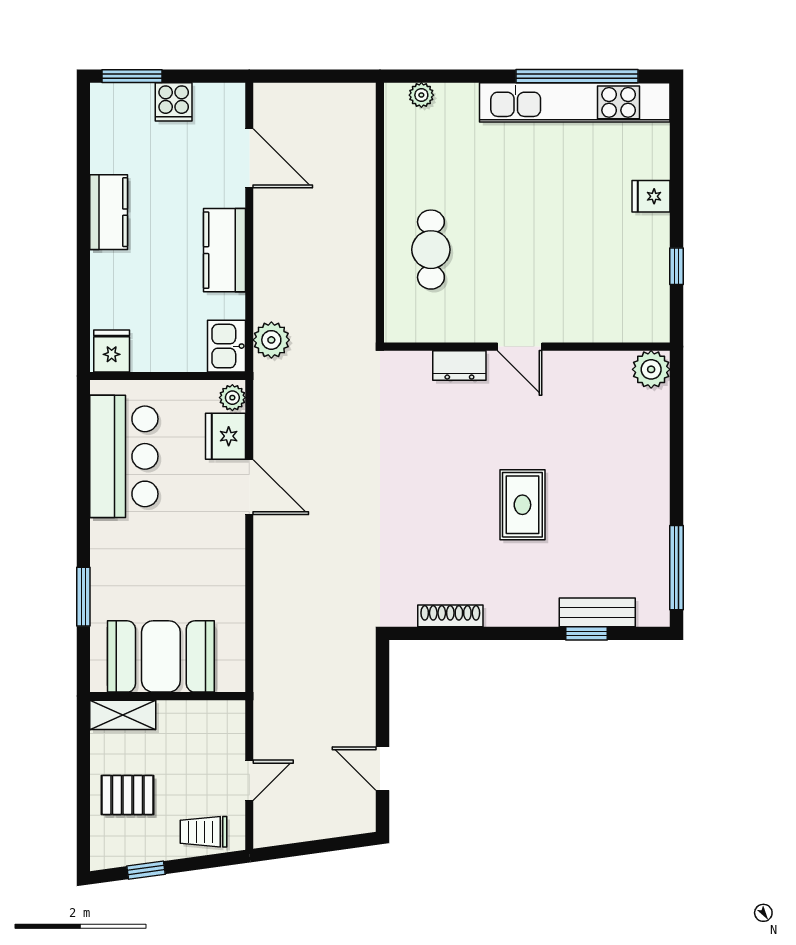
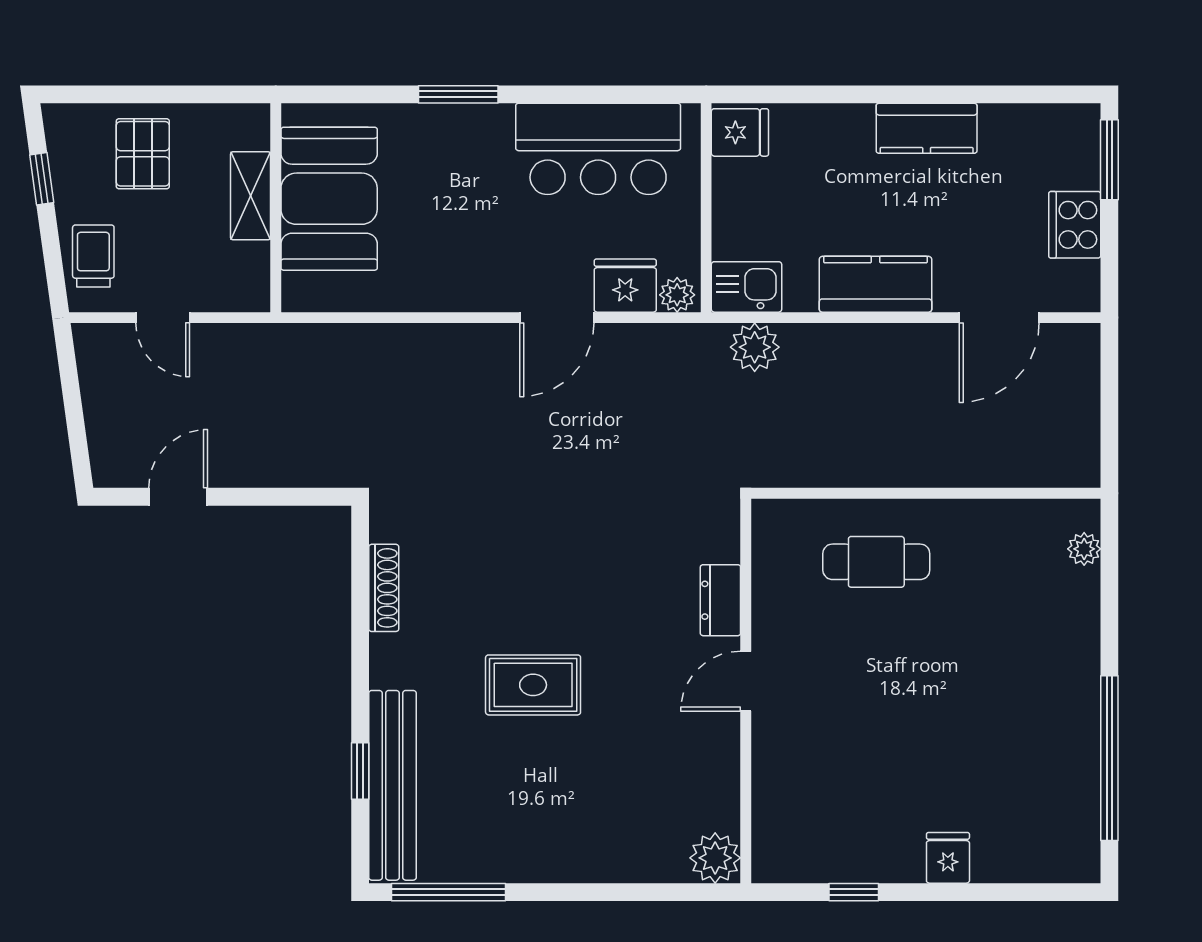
cooker: (174, 102) -> (1075, 225), width x1.36
kitchen unit: (575, 102) -> (1074, 755), removed
window: (83, 597) -> (458, 94), moved
bench: (597, 612) -> (392, 785), width x1.86, depth x1.21
shelving: (123, 715) -> (251, 196), moved

